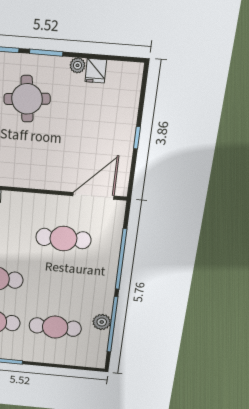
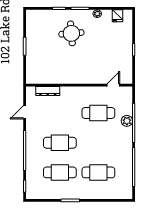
fridge: (96, 71) -> (117, 16), moved
door: (93, 196) -> (113, 85), width x0.53
plant: (102, 322) -> (127, 121), moved

